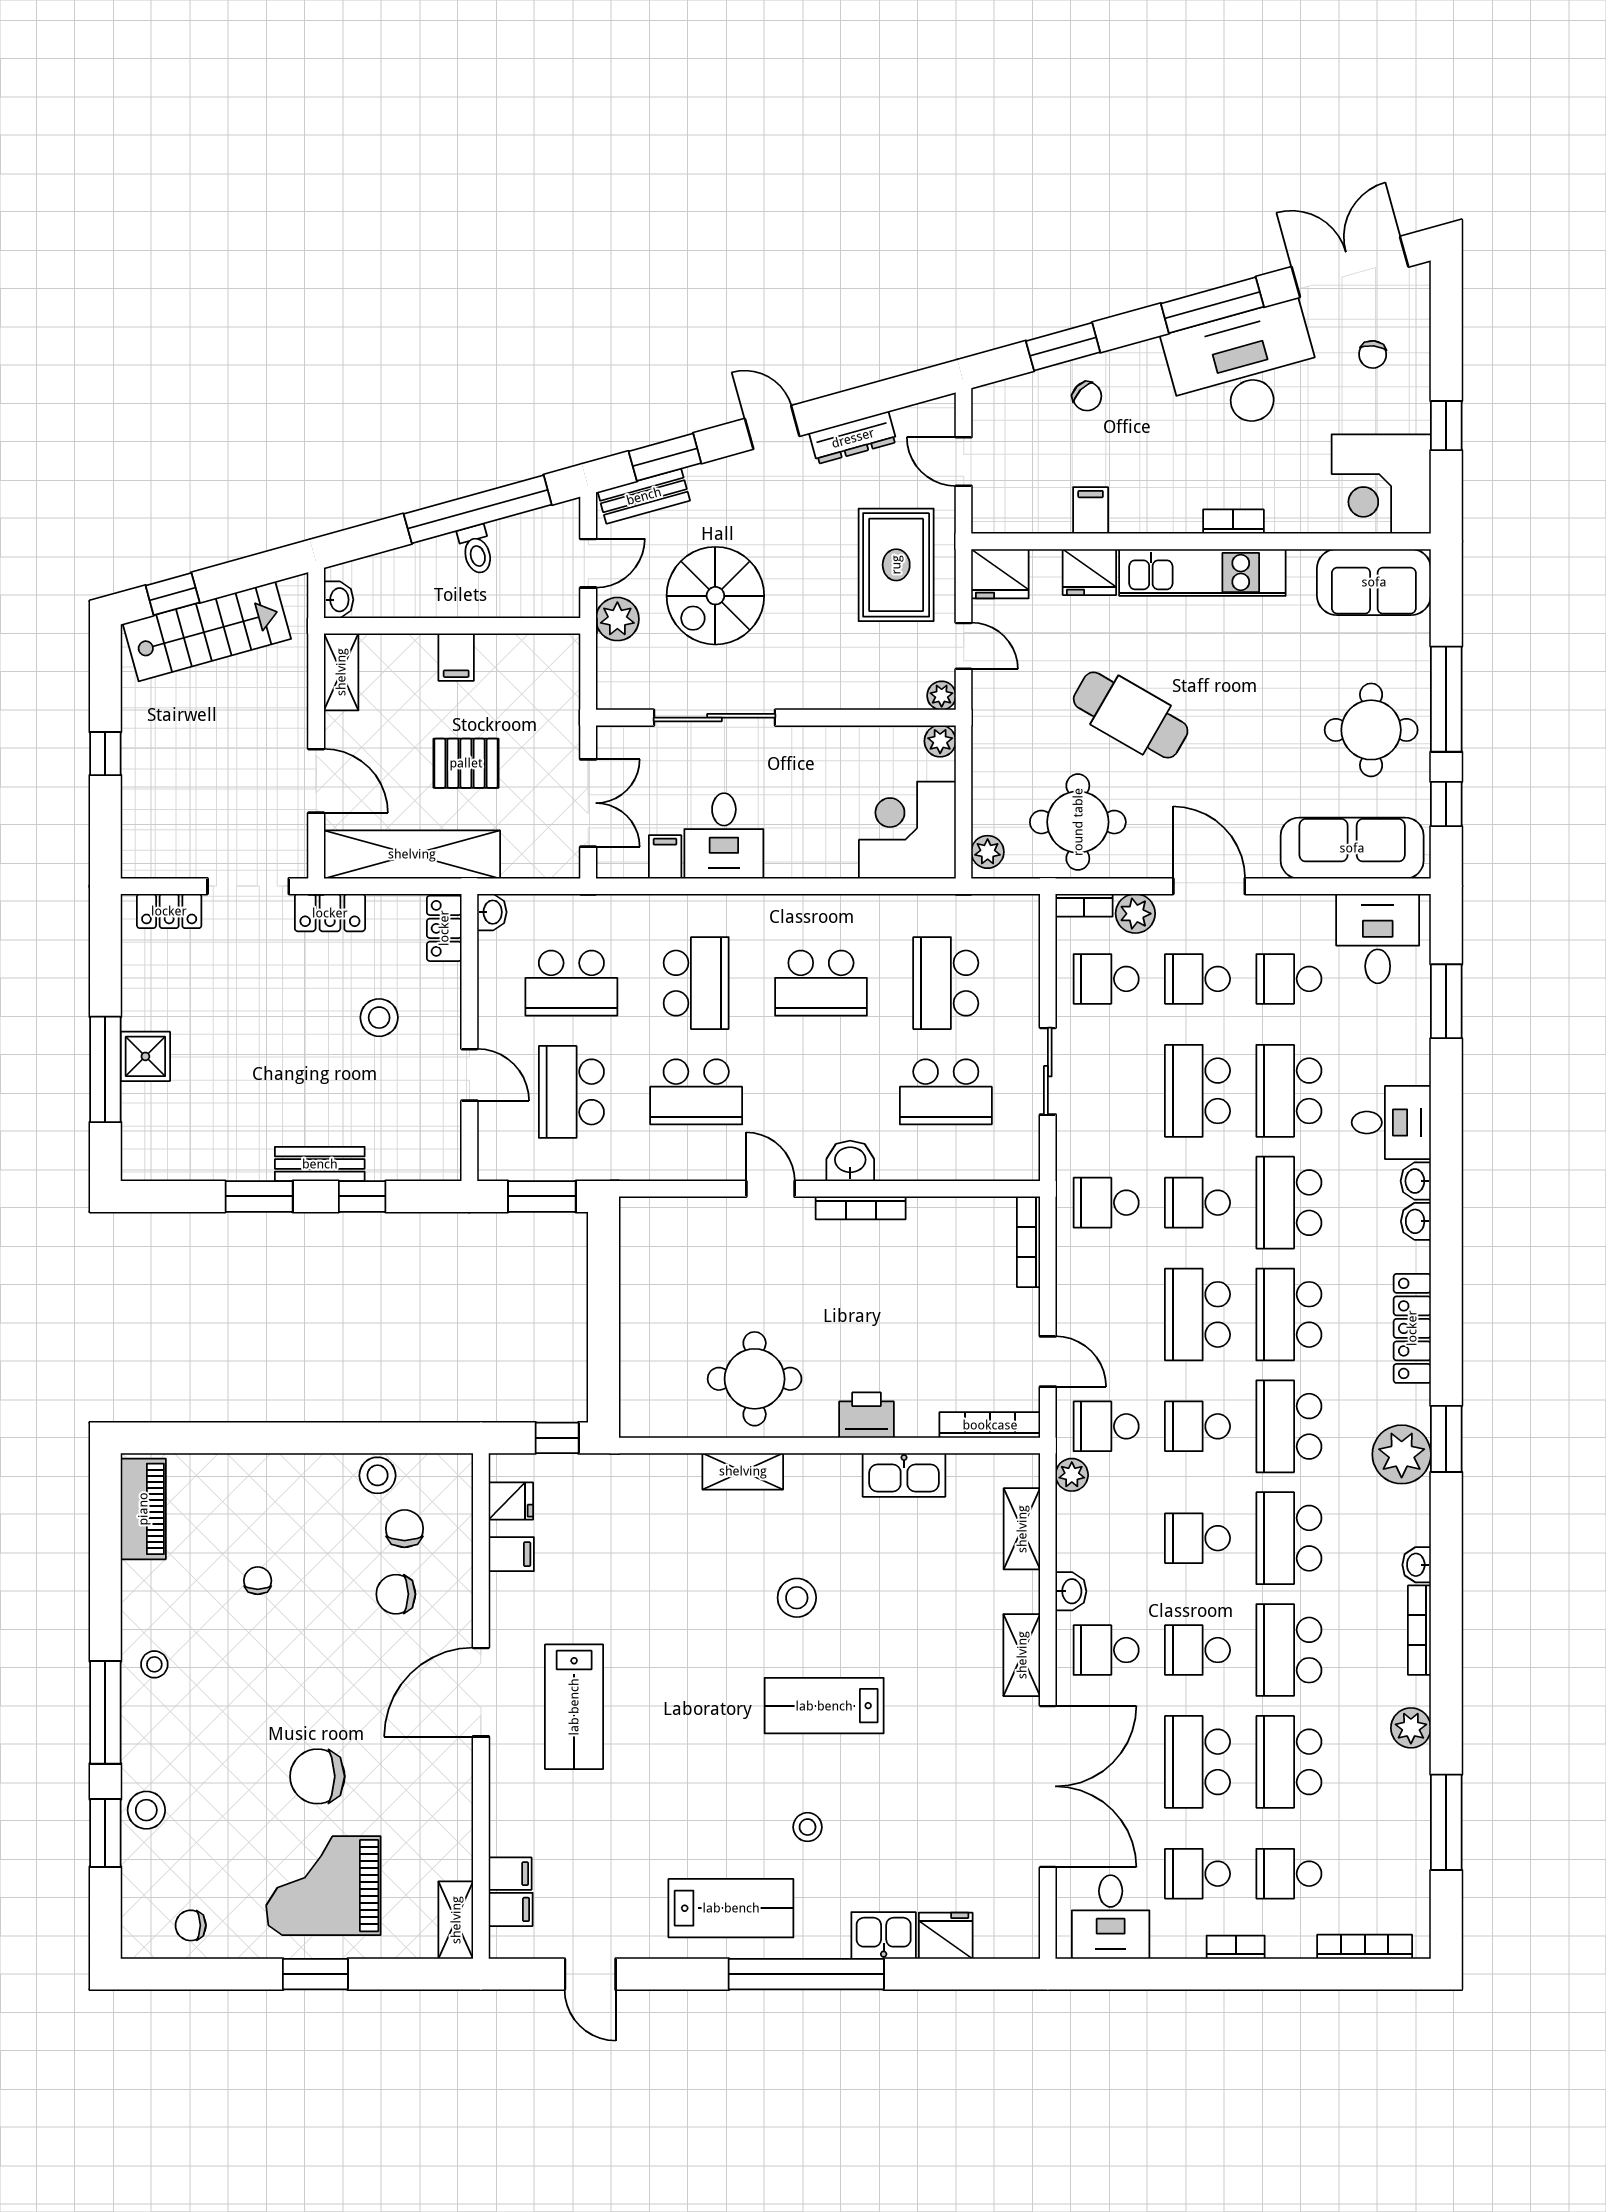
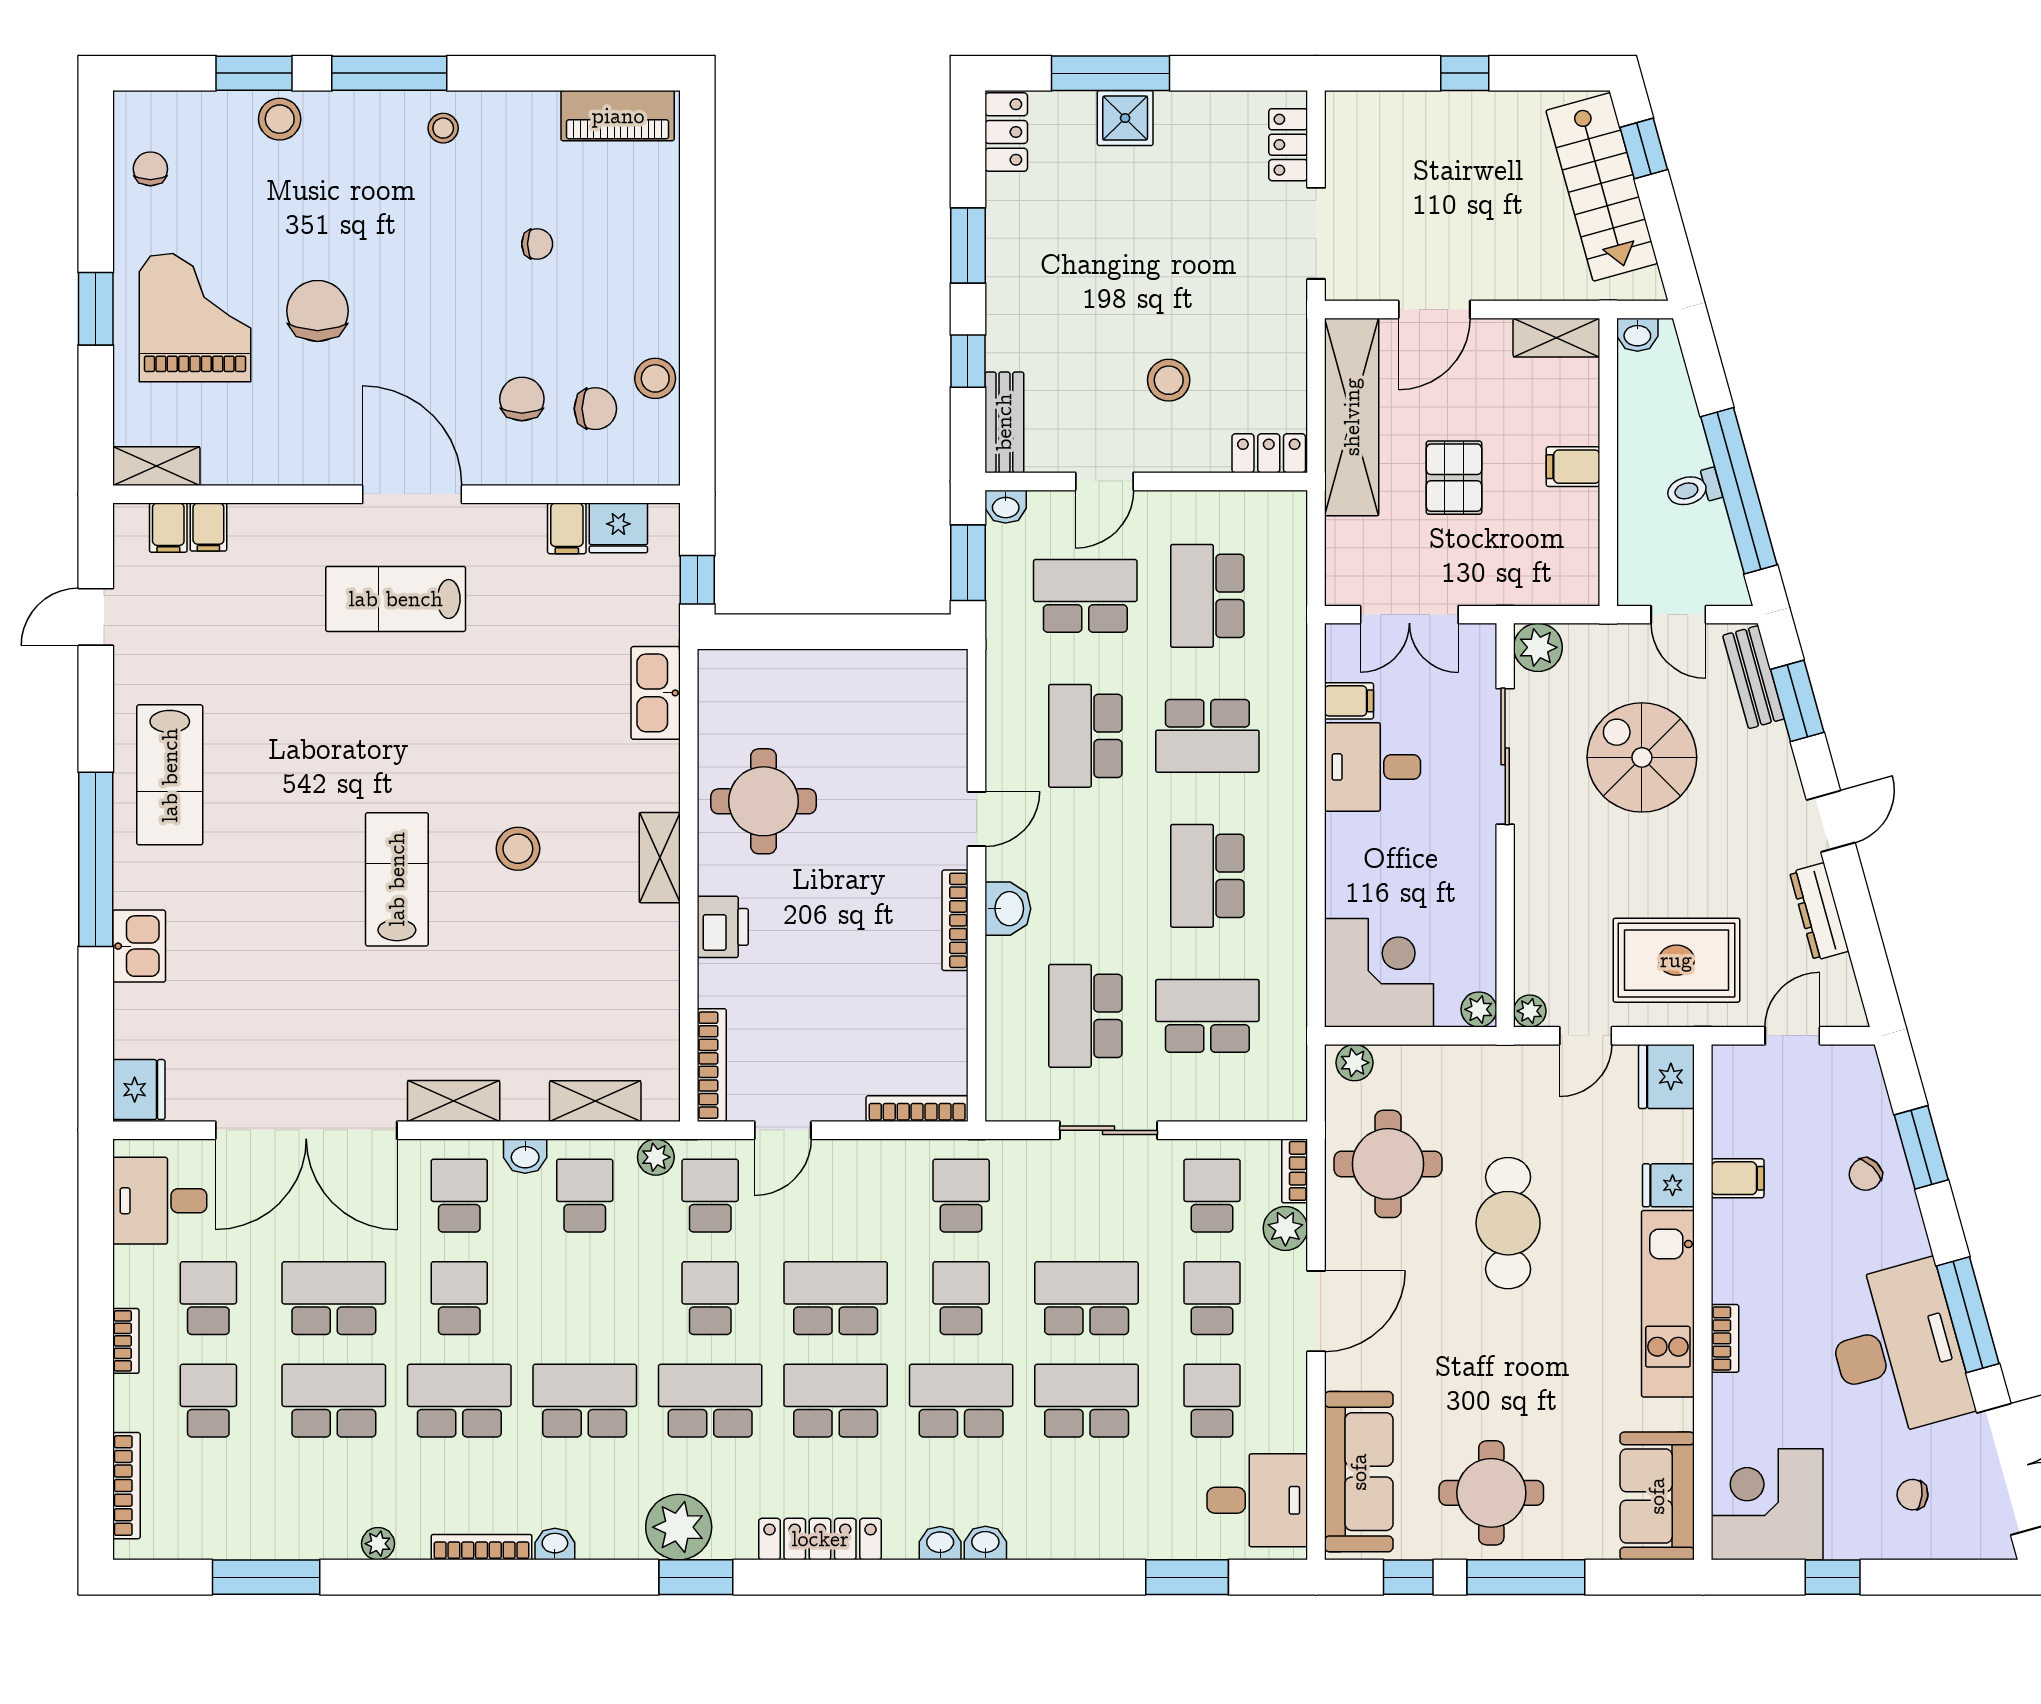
fridge: (1089, 572) -> (1668, 1185), width x0.72
plant: (617, 619) -> (1538, 647), moved
cafe table: (1131, 715) -> (1508, 1223), turned -30
washbasin: (492, 912) -> (1006, 507), moved
locker: (330, 913) -> (1006, 132), moved, turned 180
desk: (1391, 1122) -> (1051, 1516), removed
bench: (320, 1164) -> (1004, 422), moved
shelving: (743, 1471) -> (660, 858), moved
kitchen sink: (904, 1475) -> (656, 693), moved
fridge: (511, 1501) -> (618, 528), width x1.38
school desk: (1198, 1538) -> (585, 1196), moved
plant: (1411, 1728) -> (378, 1544), width x0.73, depth x0.73
stool: (808, 1827) -> (261, 861), removed
fridge: (946, 1936) -> (139, 1090), moved

